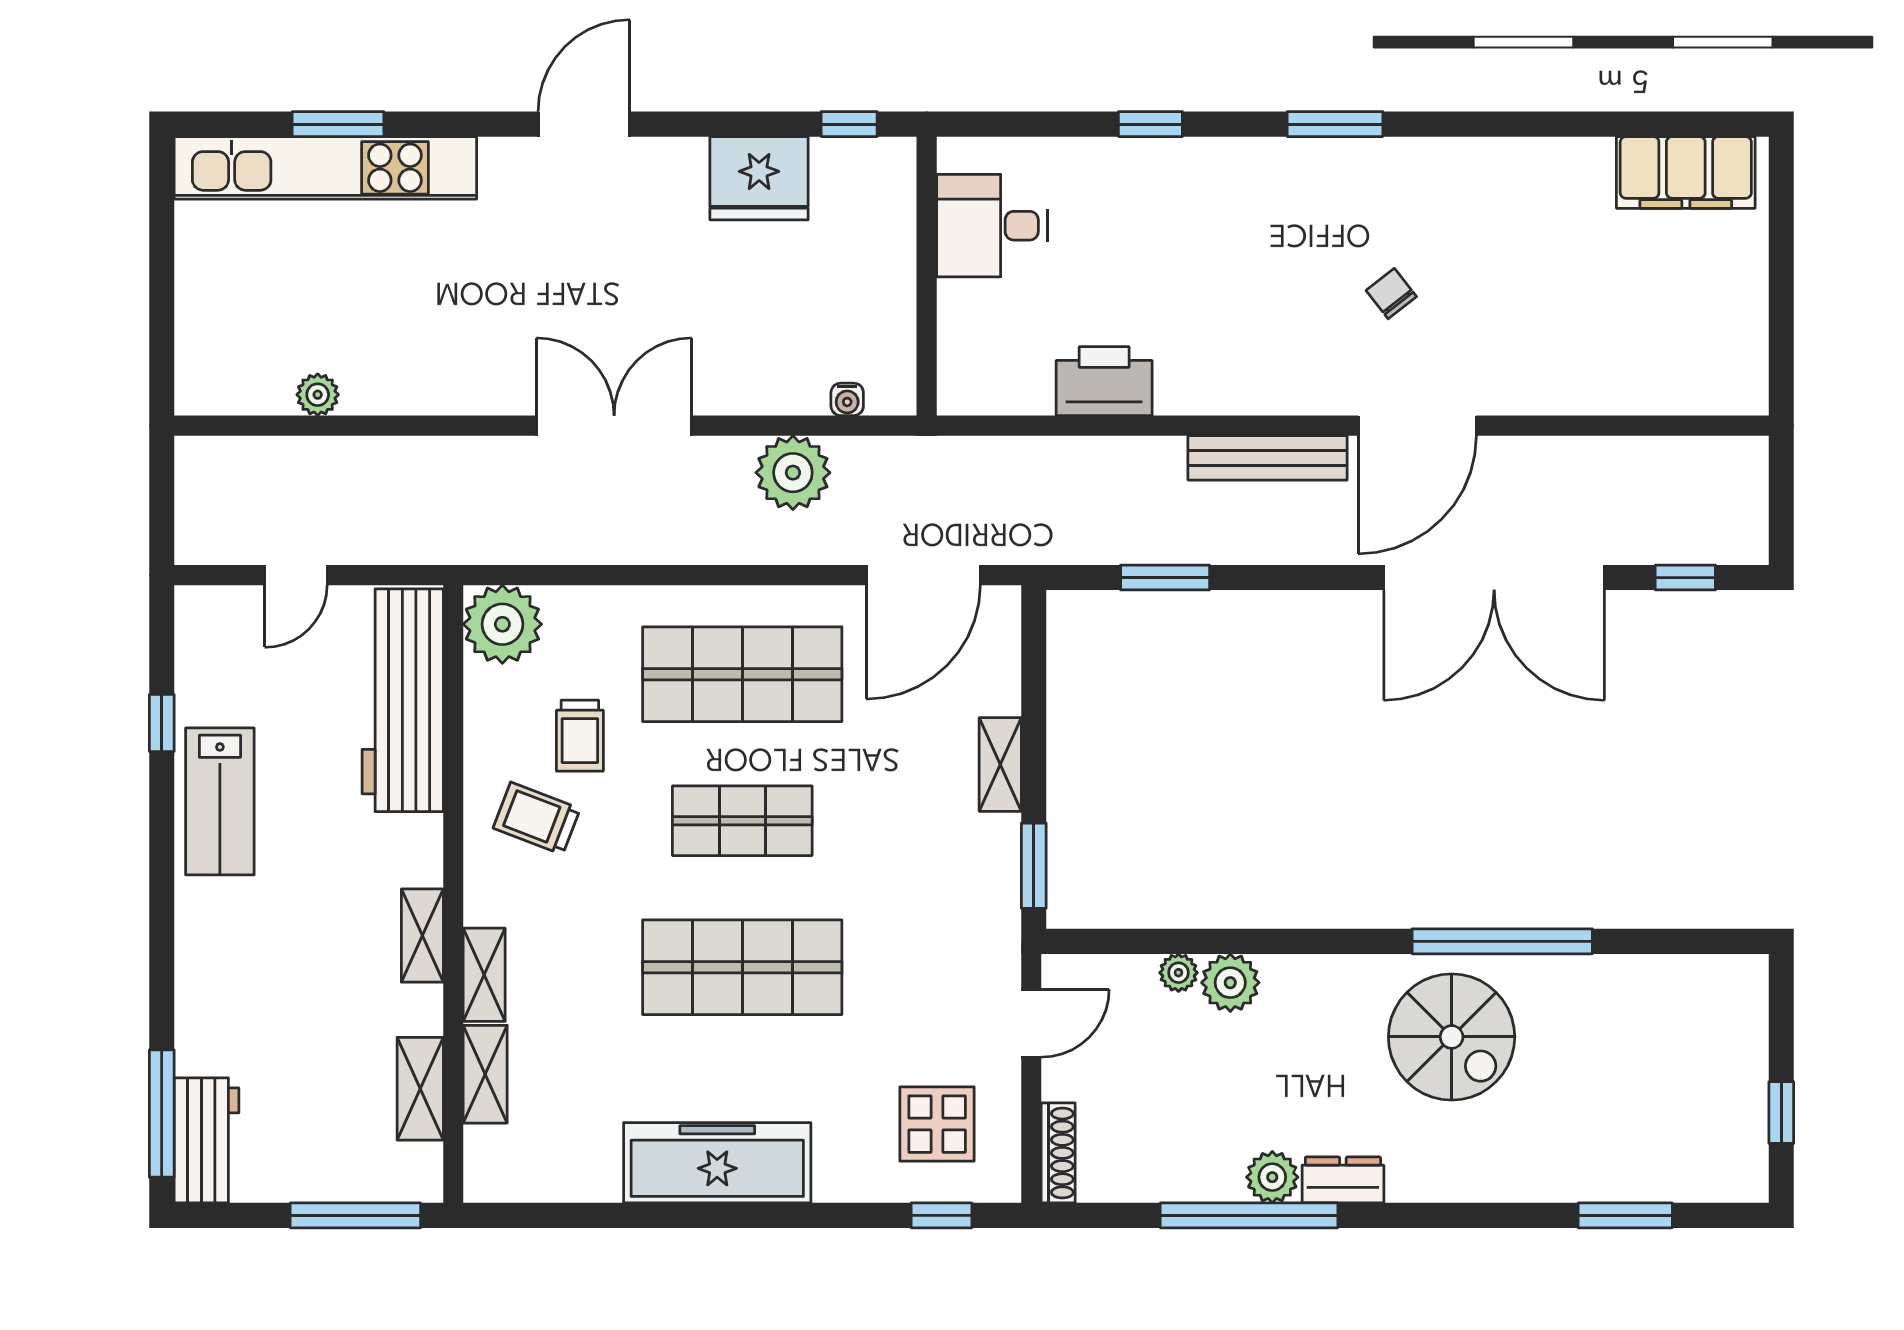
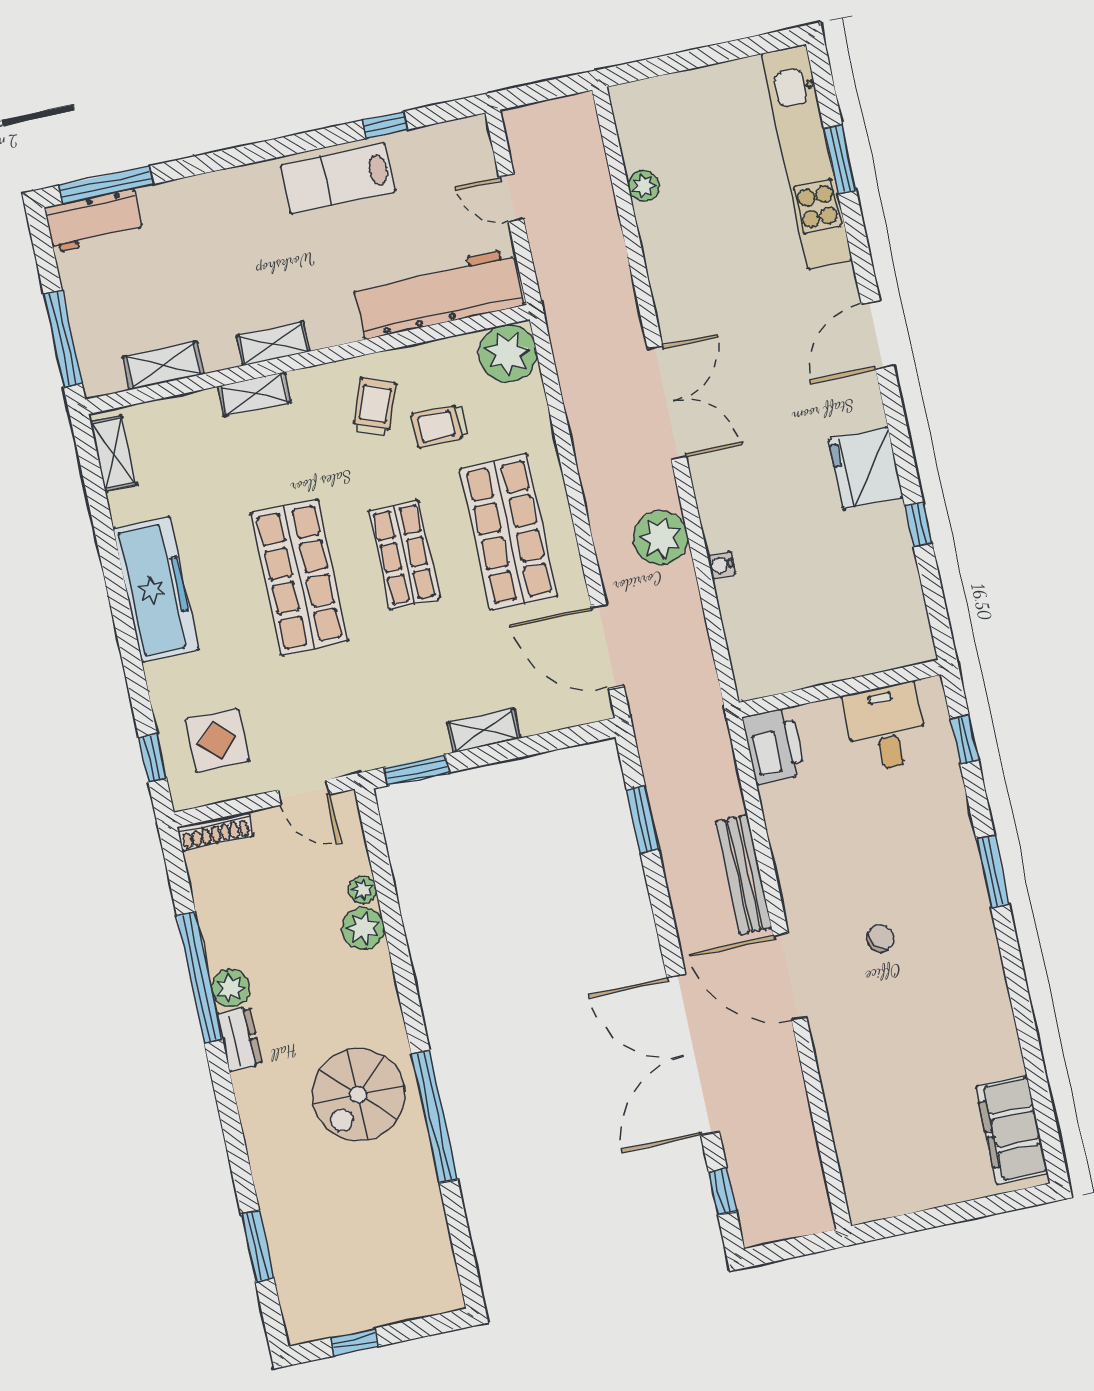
door: (584, 124) -> (878, 335), swing flipped
desk: (992, 226) -> (886, 727), moved
wall: (927, 276) -> (840, 689), moved
shelving: (485, 1074) -> (113, 453), moved, turned 90

